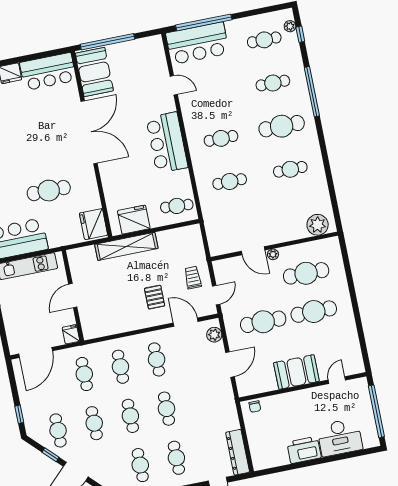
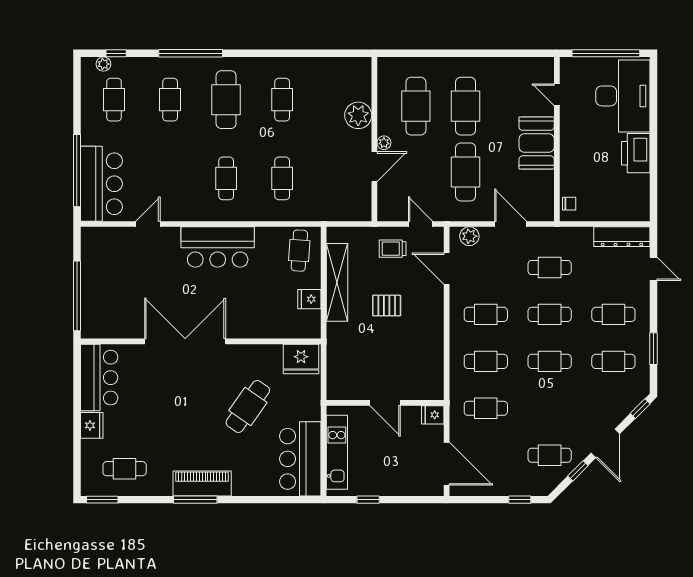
booth: (94, 72) -> (111, 320), removed
cafe table: (49, 191) -> (248, 406), turned 35
fridge: (134, 220) -> (309, 299), width x0.53, depth x0.75
plant: (318, 225) -> (358, 115), moved
shelving: (126, 246) -> (337, 282), moved
pallet: (155, 297) -> (387, 306), moved
door: (186, 322) -> (447, 269), hinge flipped
cafe table: (94, 423) -> (550, 267), moved
desk: (340, 437) -> (623, 96), width x1.36, depth x1.30

